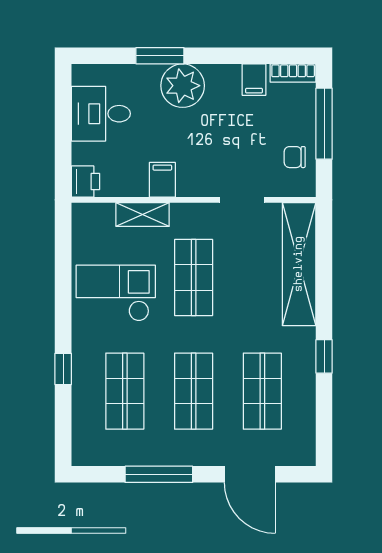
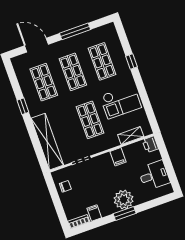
window: (160, 56) -> (125, 214), moved
window: (324, 124) -> (58, 205), removed
shelving: (143, 214) -> (131, 136), moved

